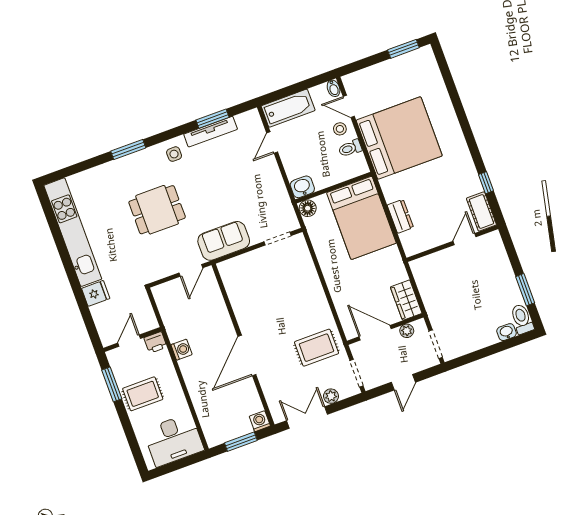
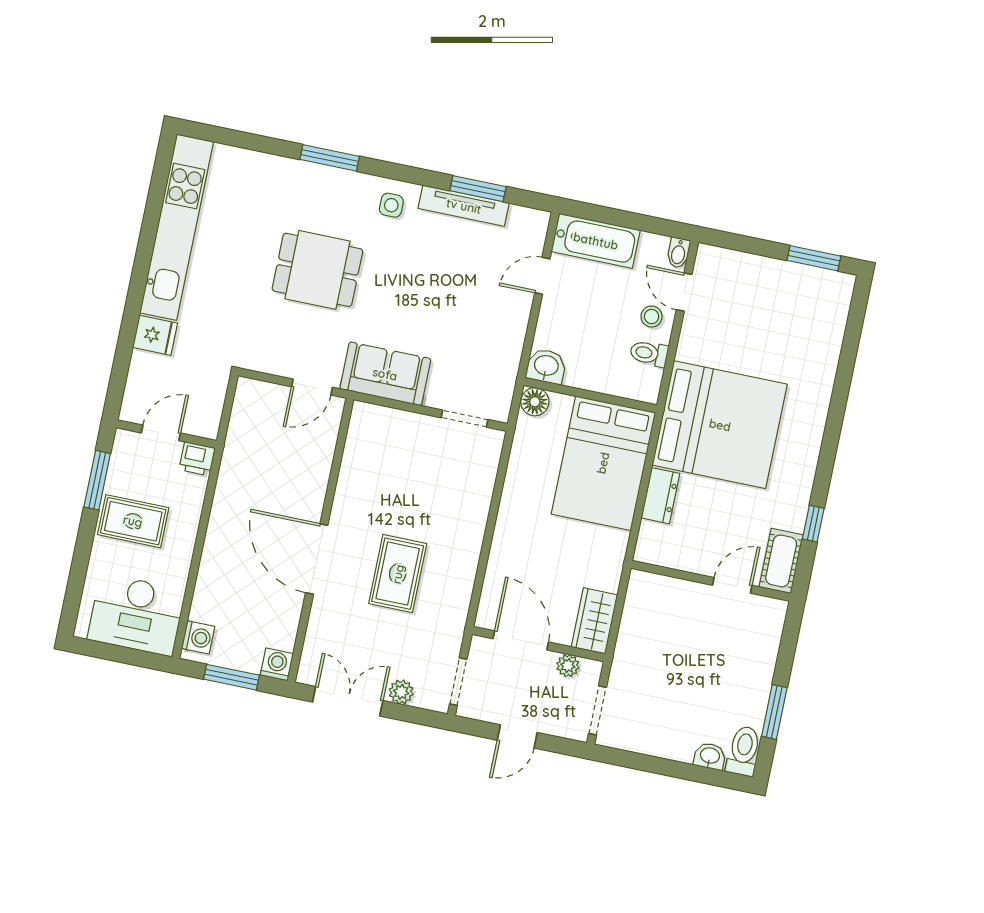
bed: (399, 138) -> (720, 425), moved
rug: (317, 348) -> (398, 574), moved, turned 90
washing machine: (182, 350) -> (198, 637), moved
door: (247, 356) -> (317, 559), hinge flipped

